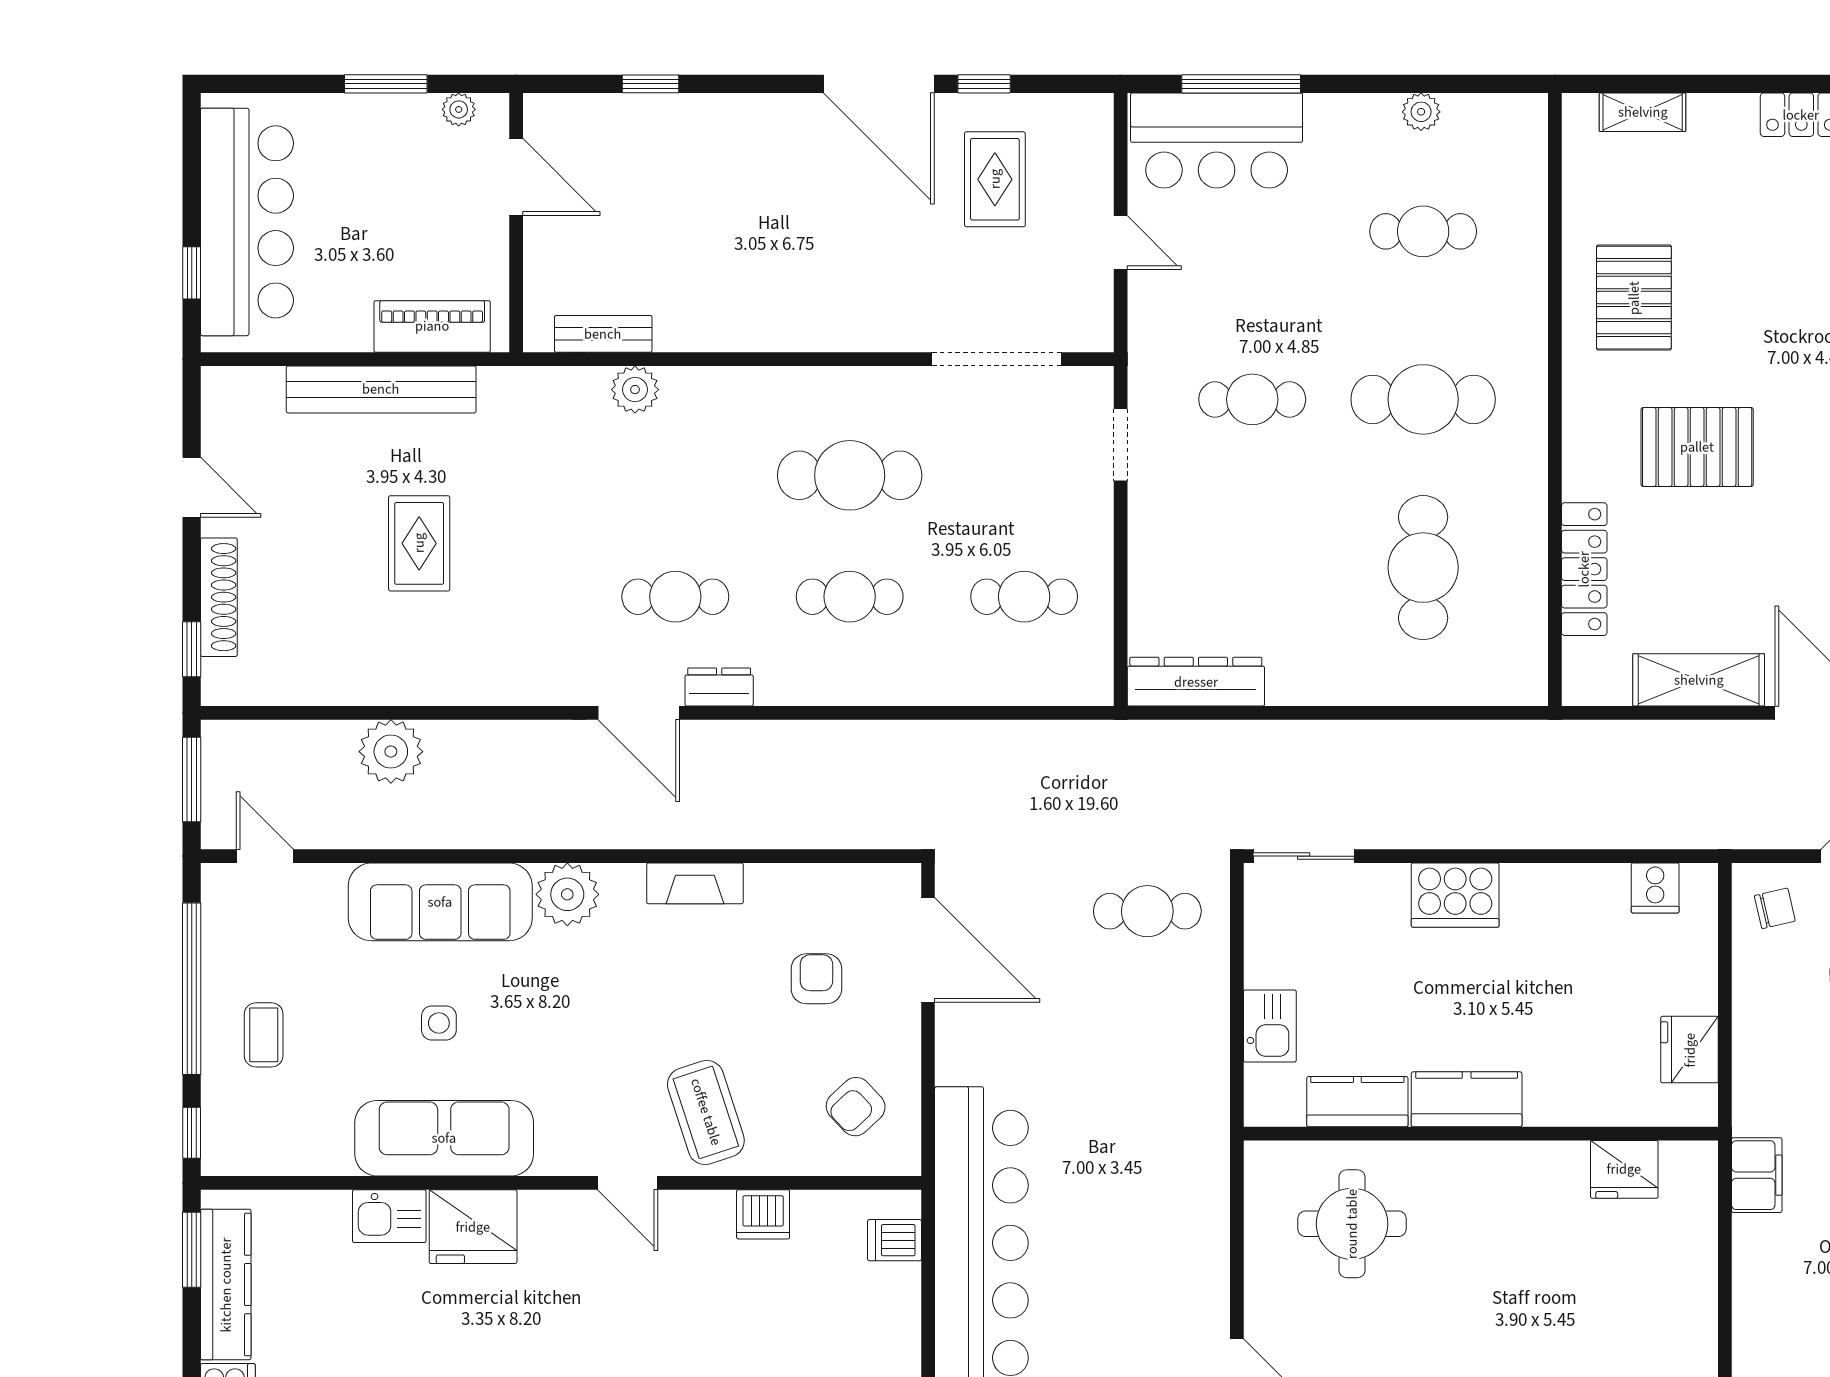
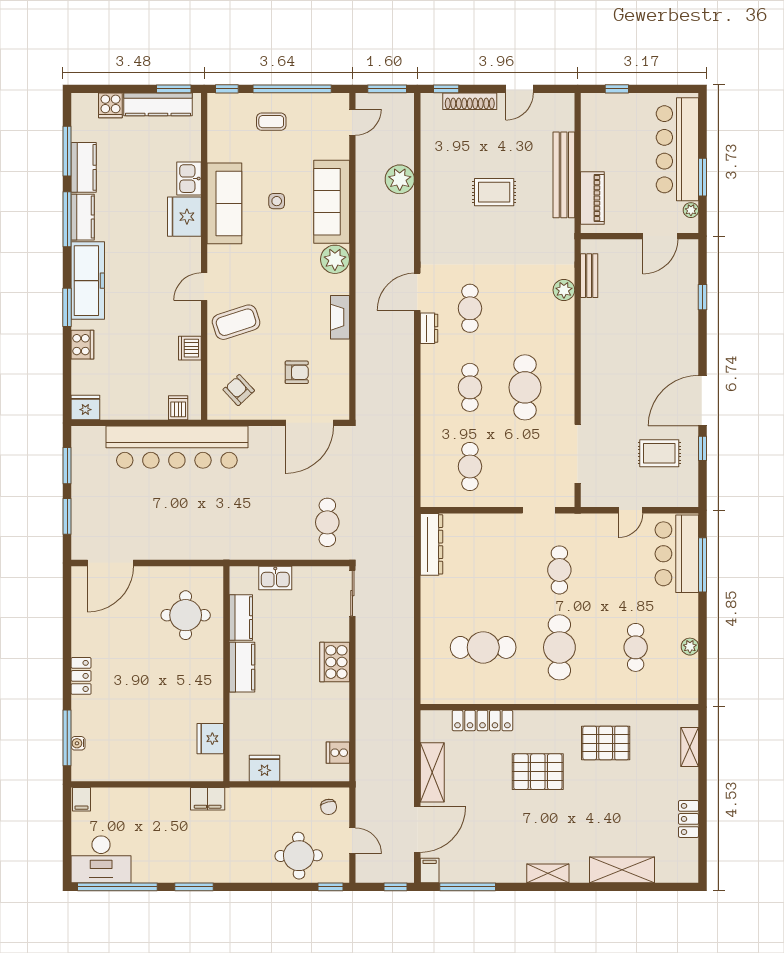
bar counter: (247, 222) -> (677, 149), moved, turned 90
pallet: (1697, 447) -> (538, 772), turned 90

